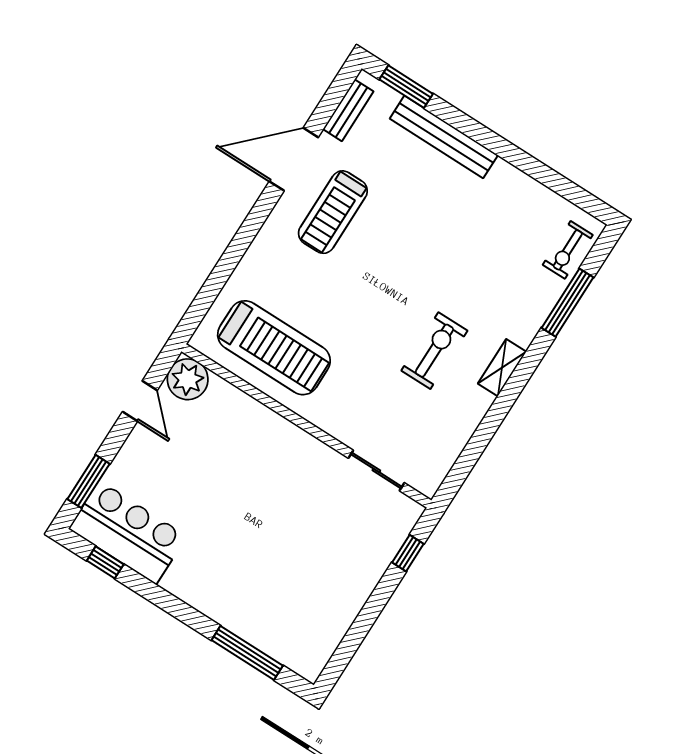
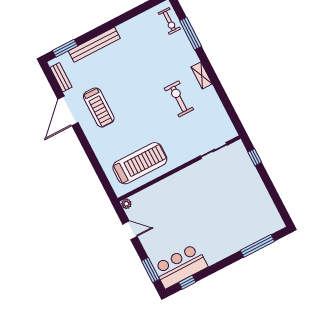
plant: (188, 379) -> (126, 204), width x0.53, depth x0.53

